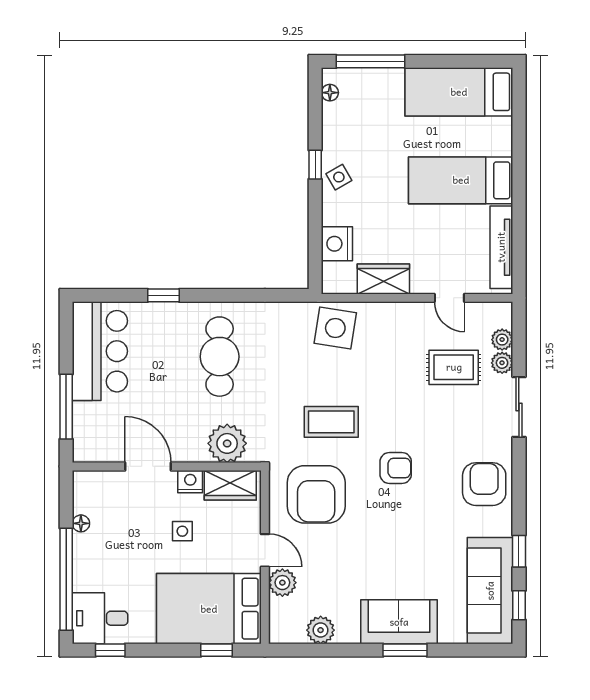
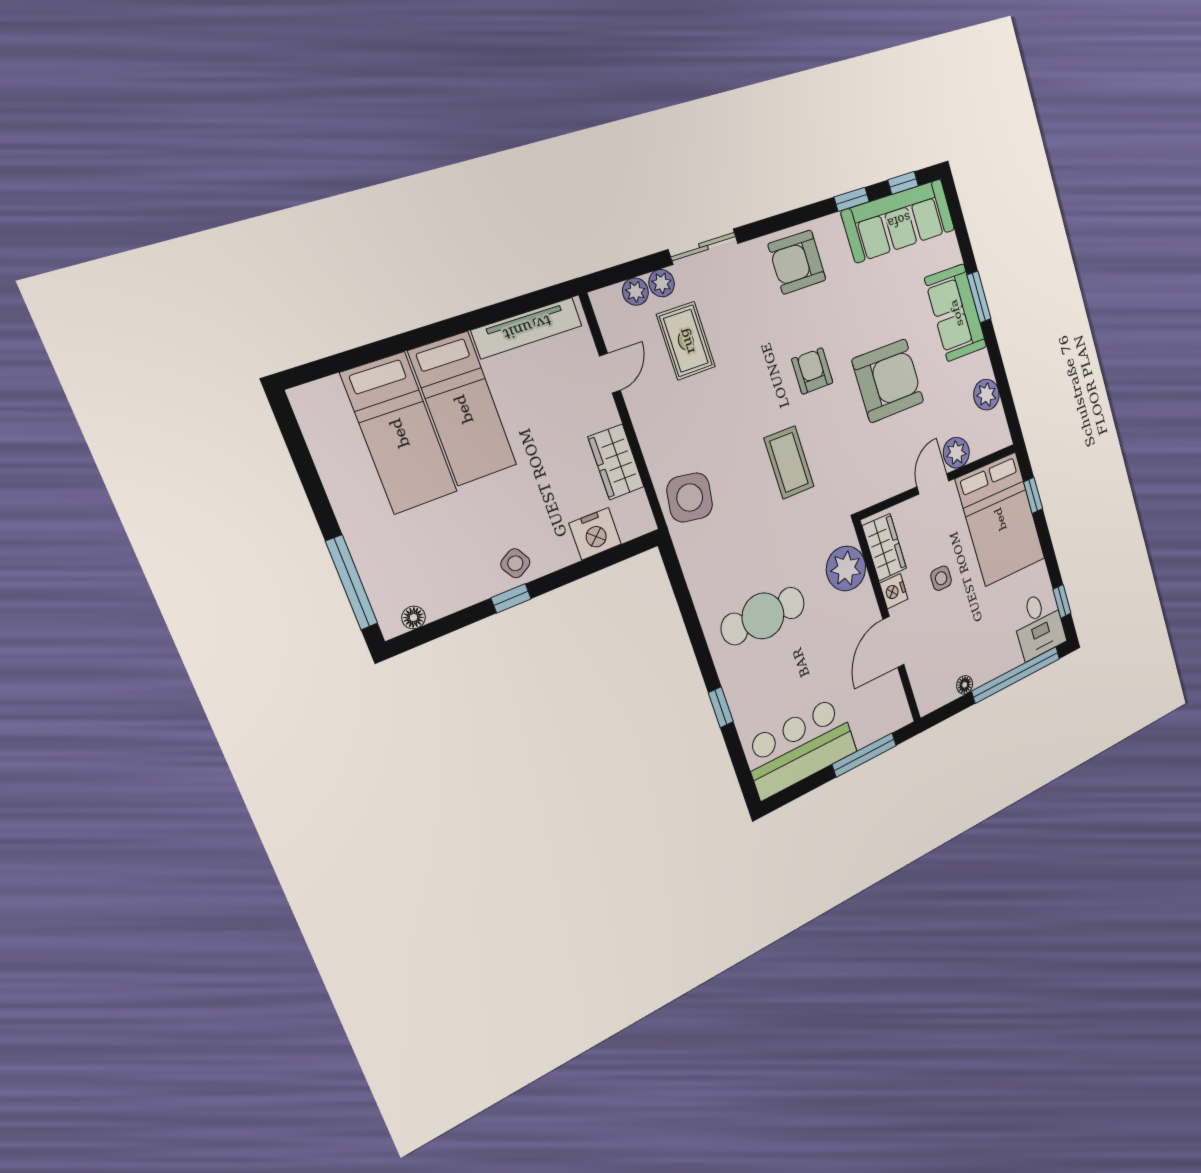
bed: (459, 92) -> (399, 433), moved
armchair: (316, 494) -> (888, 381), moved

